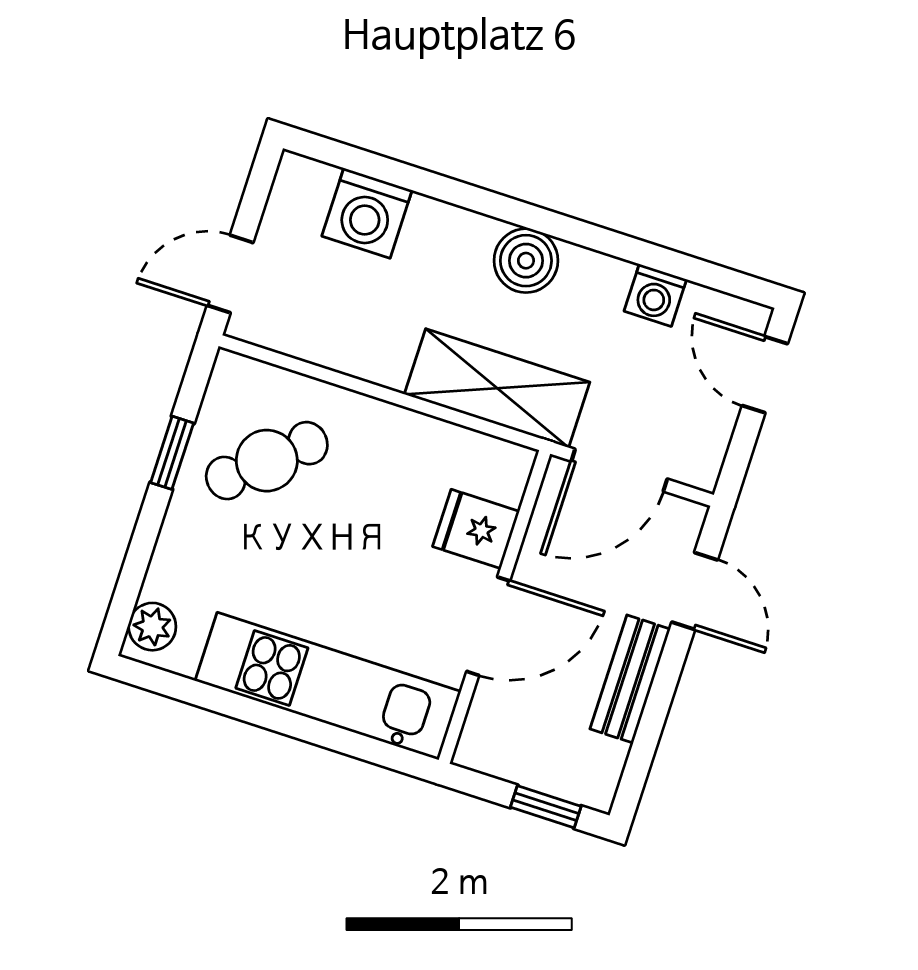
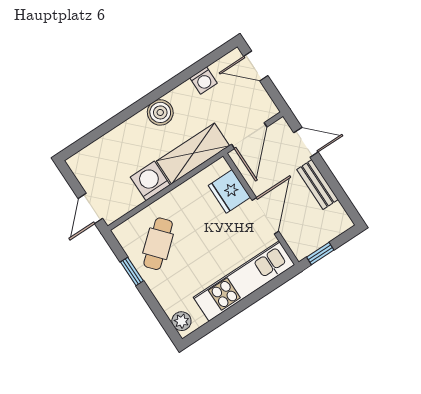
washing machine: (367, 213) -> (150, 181), moved, turned 180
fridge: (476, 529) -> (229, 191), width x1.38
window: (546, 807) -> (320, 254), moved

